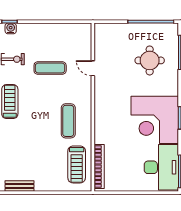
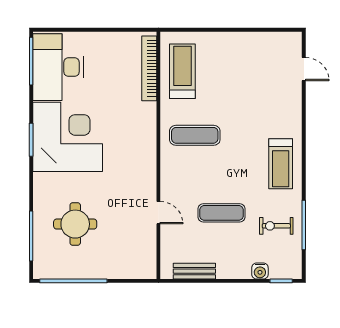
water cooler: (11, 28) -> (260, 271), moved
exercise mat: (68, 121) -> (195, 135), turned 90
bench: (19, 186) -> (194, 271), moved

